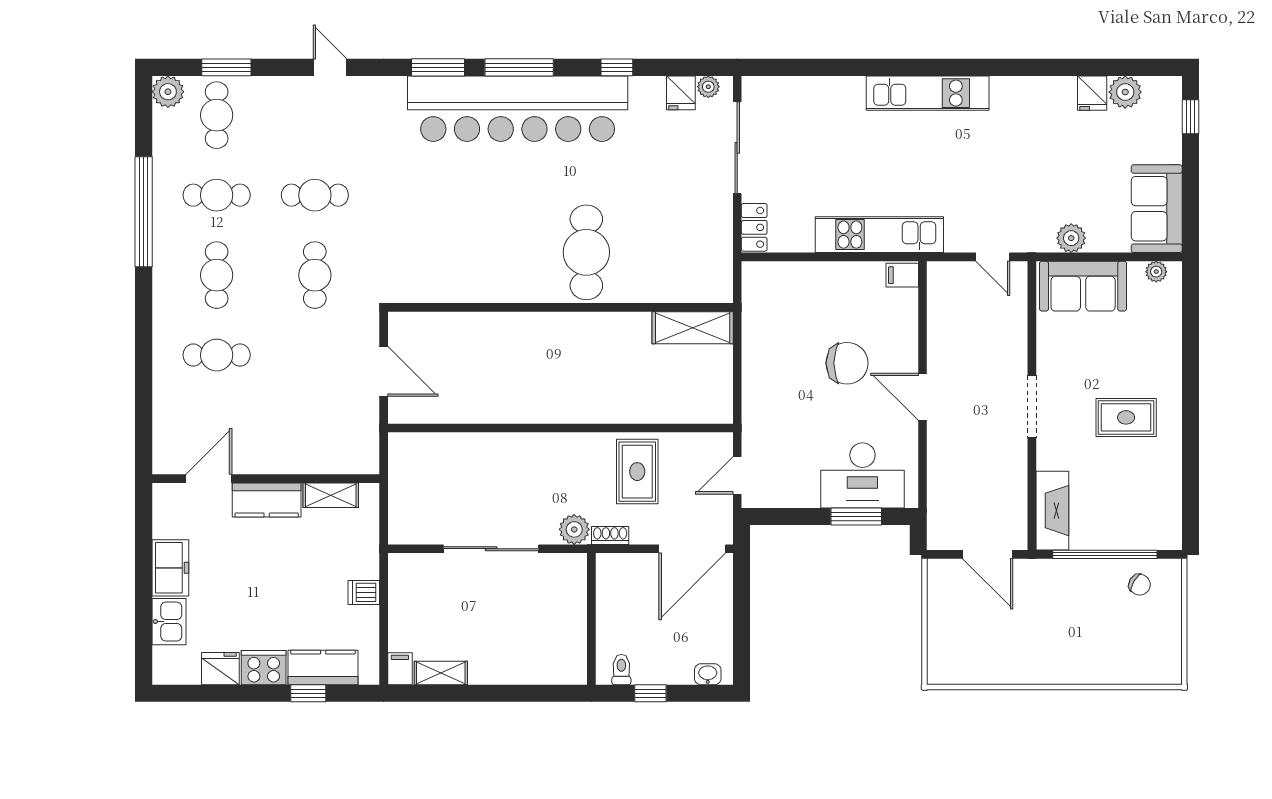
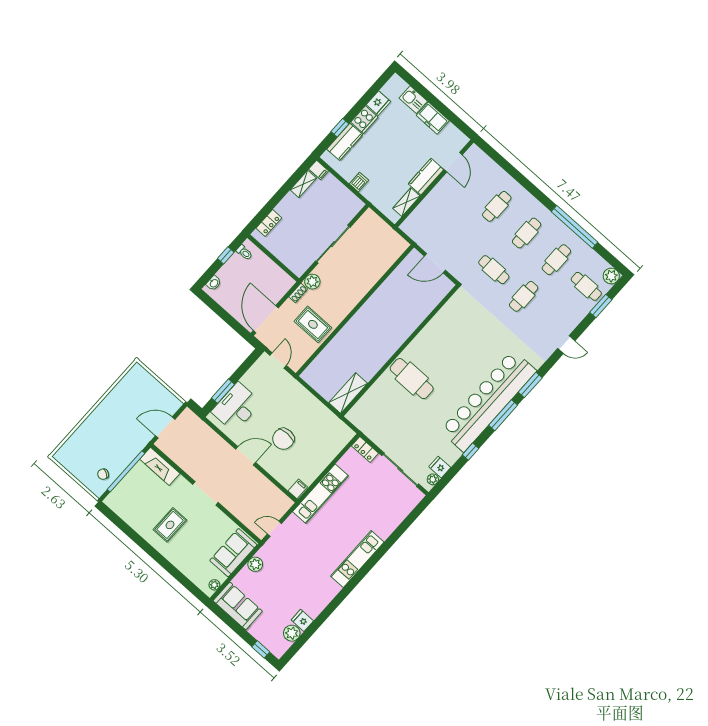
cafe table: (217, 275) -> (527, 233), turned 90
locker: (545, 672) -> (269, 223), added

